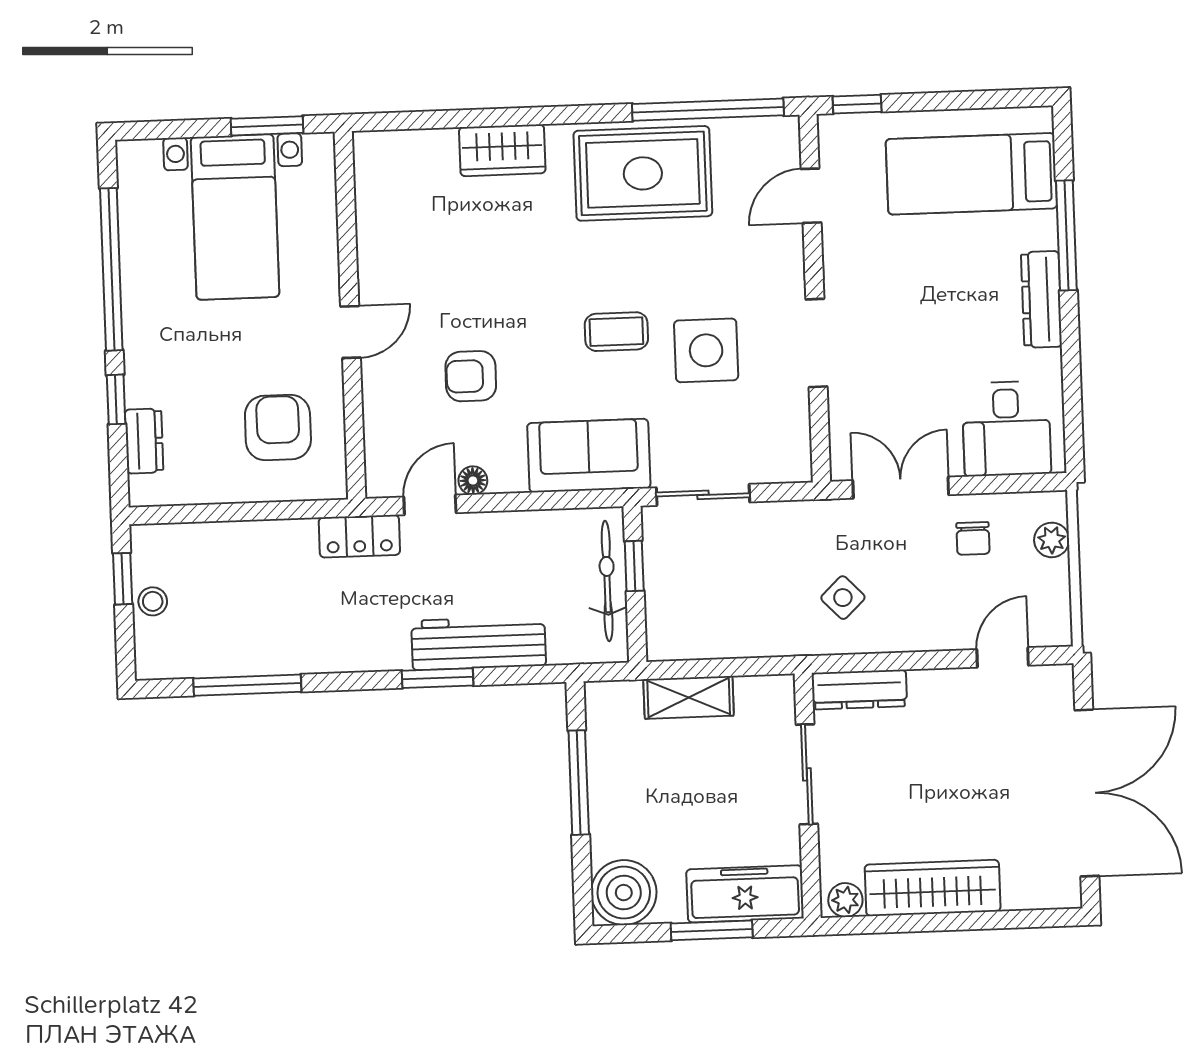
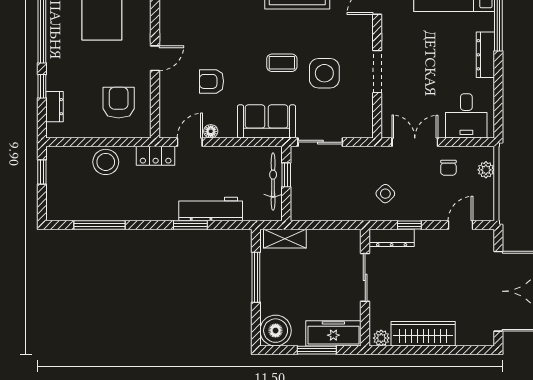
stool: (153, 601) -> (106, 162), moved, width x1.89, depth x1.89
window: (896, 661) -> (409, 225), added
shelving: (689, 697) -> (285, 239), moved

